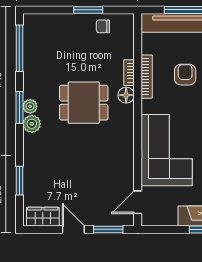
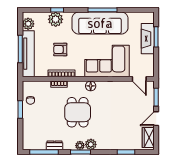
dresser: (30, 65) -> (55, 145), added
floor lamp: (126, 95) -> (91, 86), moved

